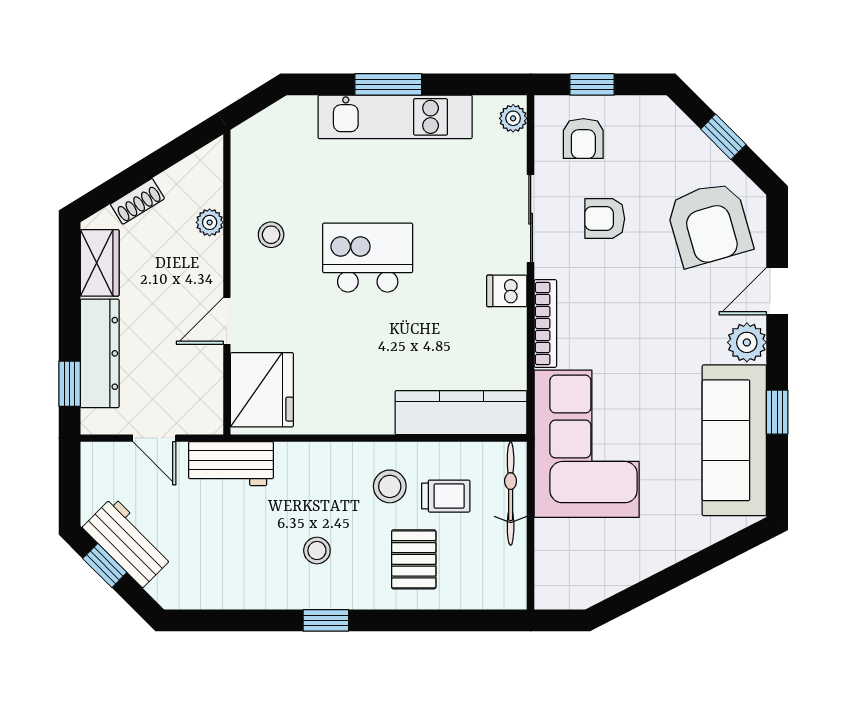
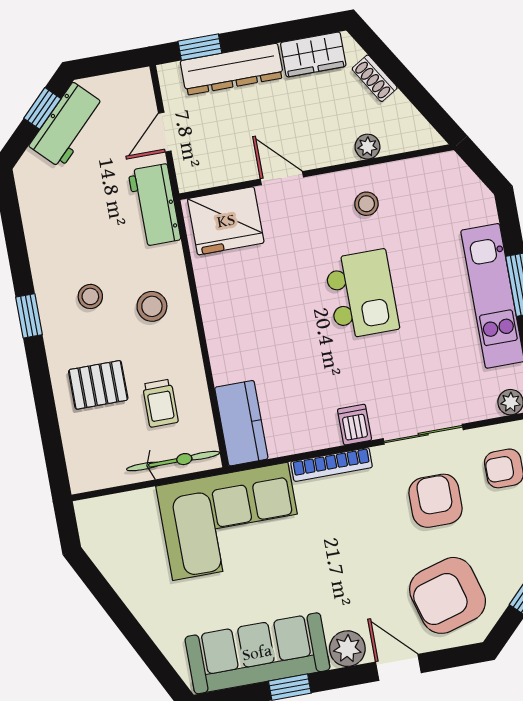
armchair: (605, 219) -> (435, 501), width x1.38, depth x1.38
kitchen counter: (461, 413) -> (241, 423), width x0.67
stool: (390, 486) -> (152, 306), moved

